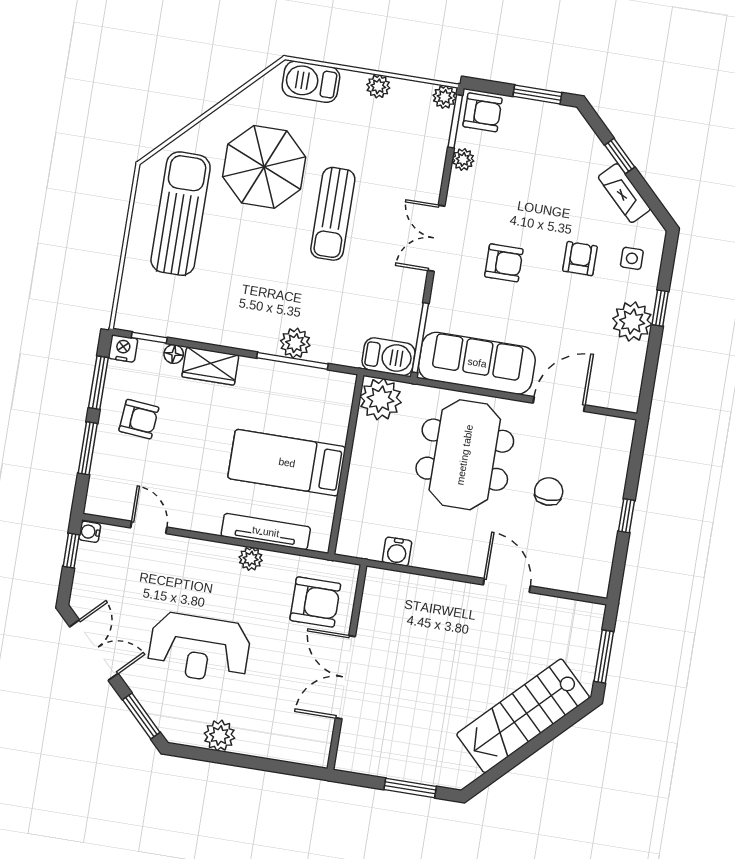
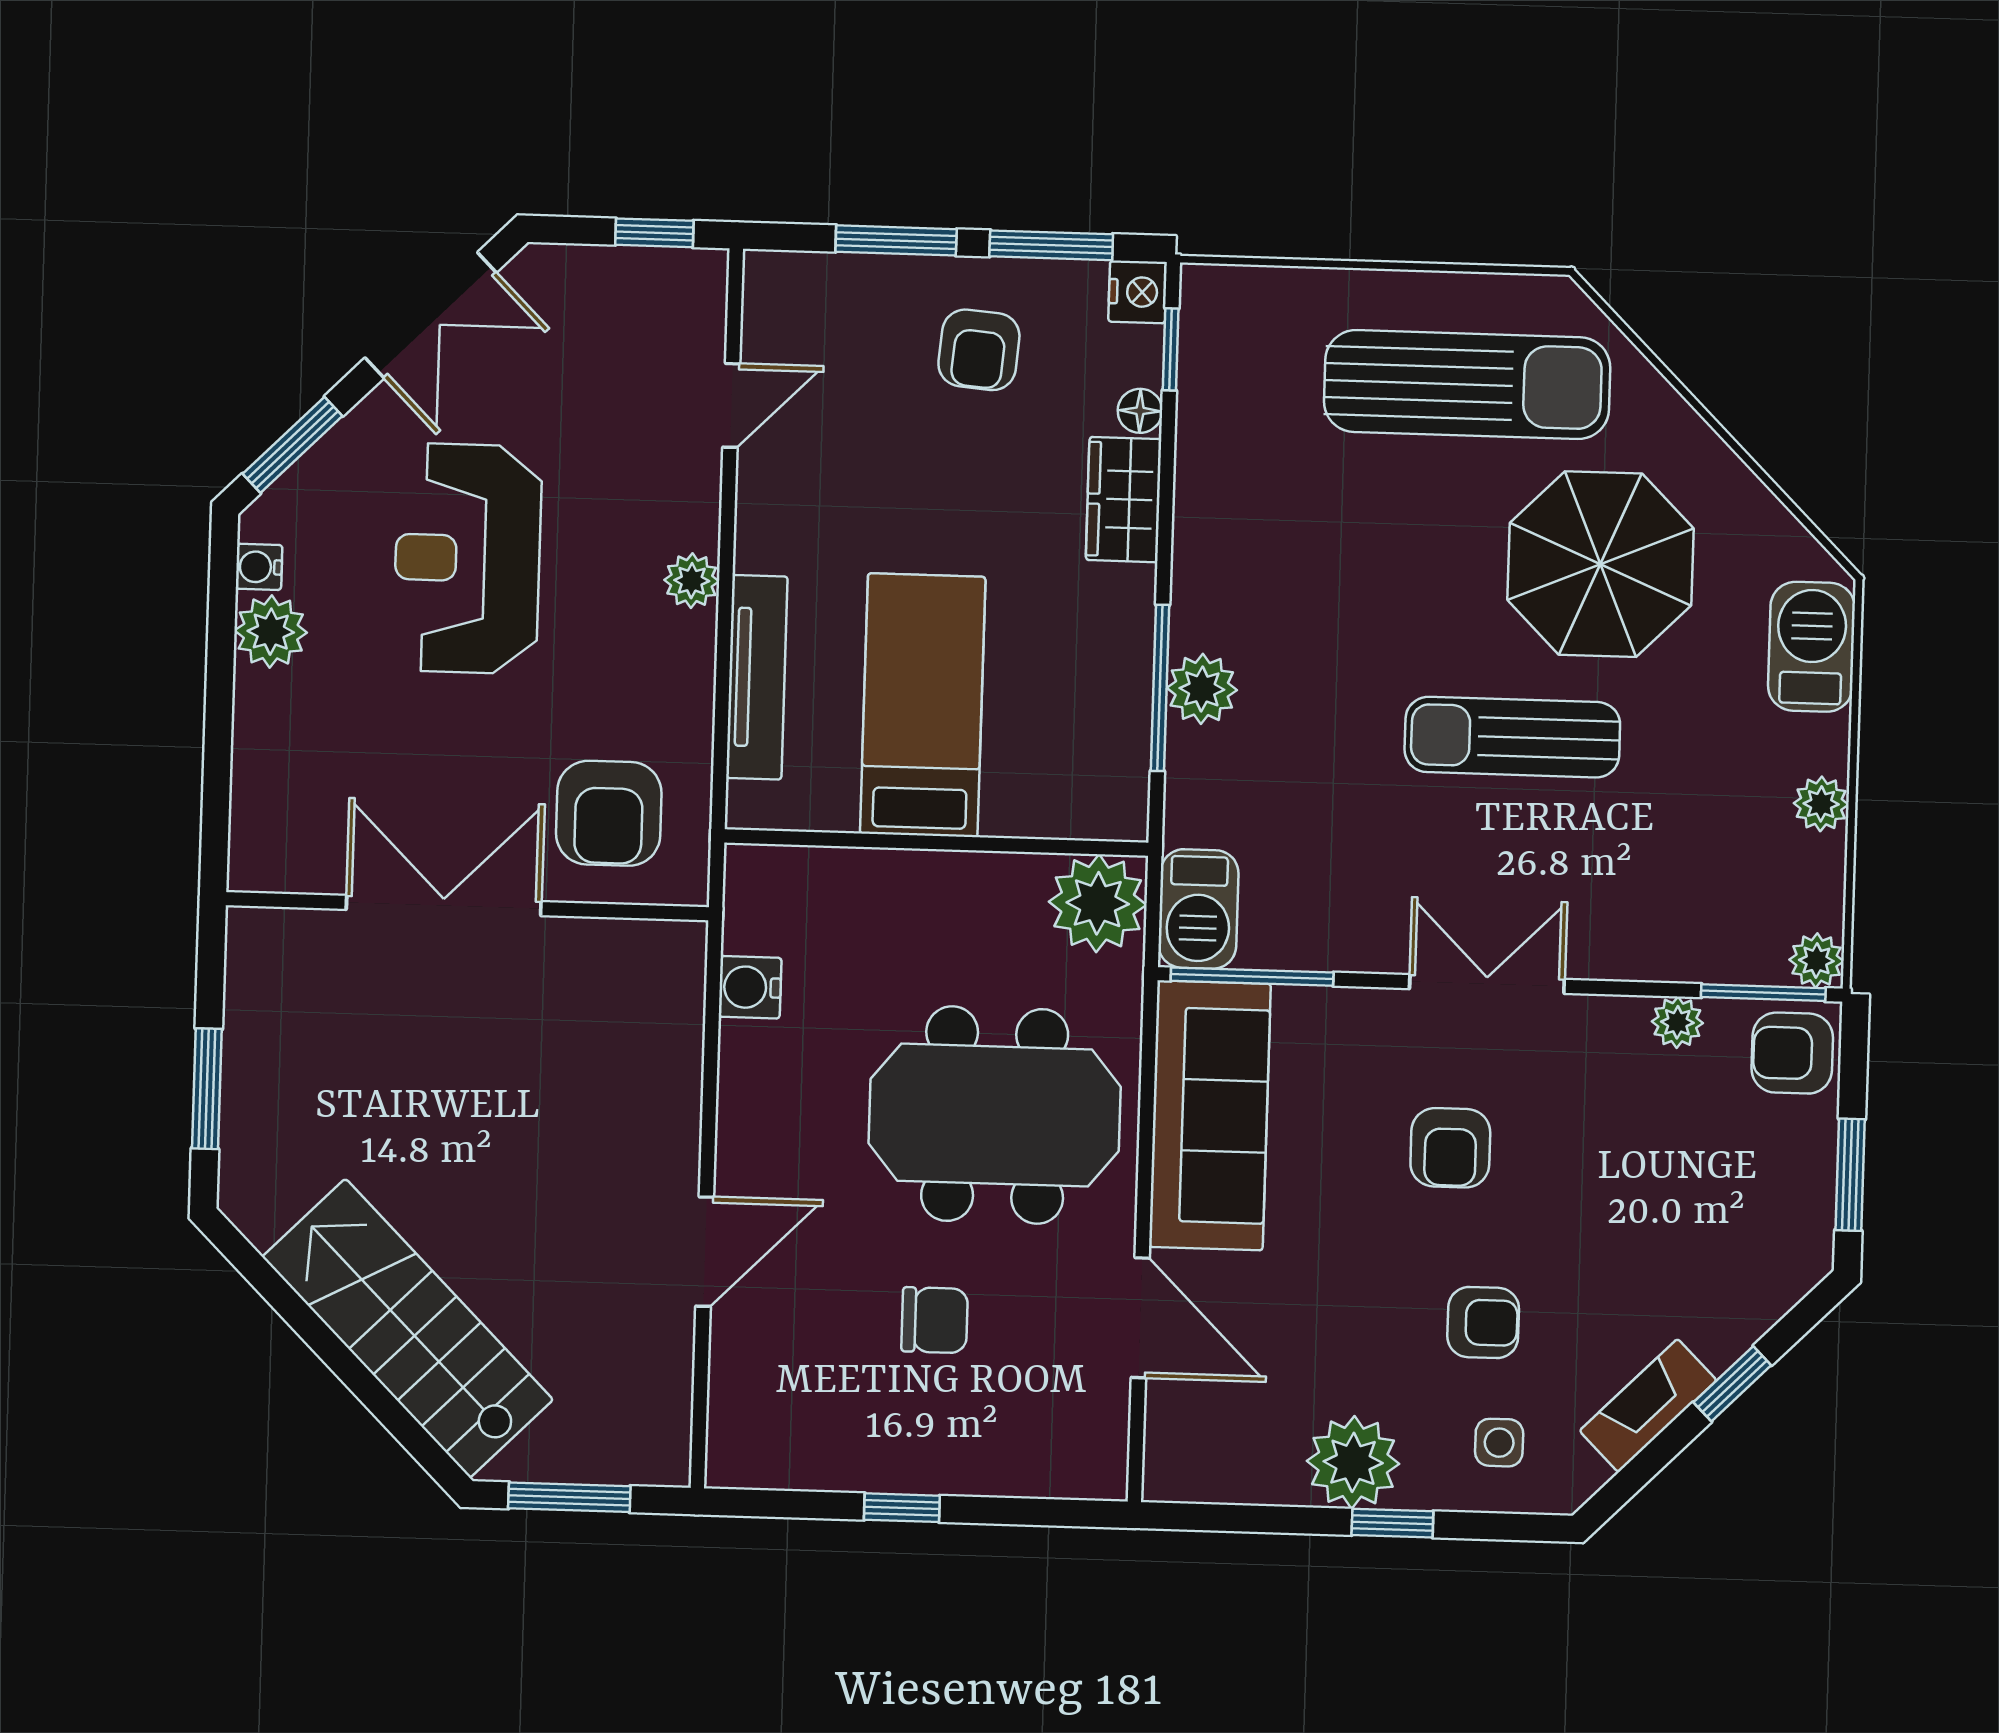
armchair: (483, 112) -> (1792, 1053), turned 90
water cooler: (90, 532) -> (259, 567), moved, turned -90
plant: (251, 559) -> (692, 581), moved

